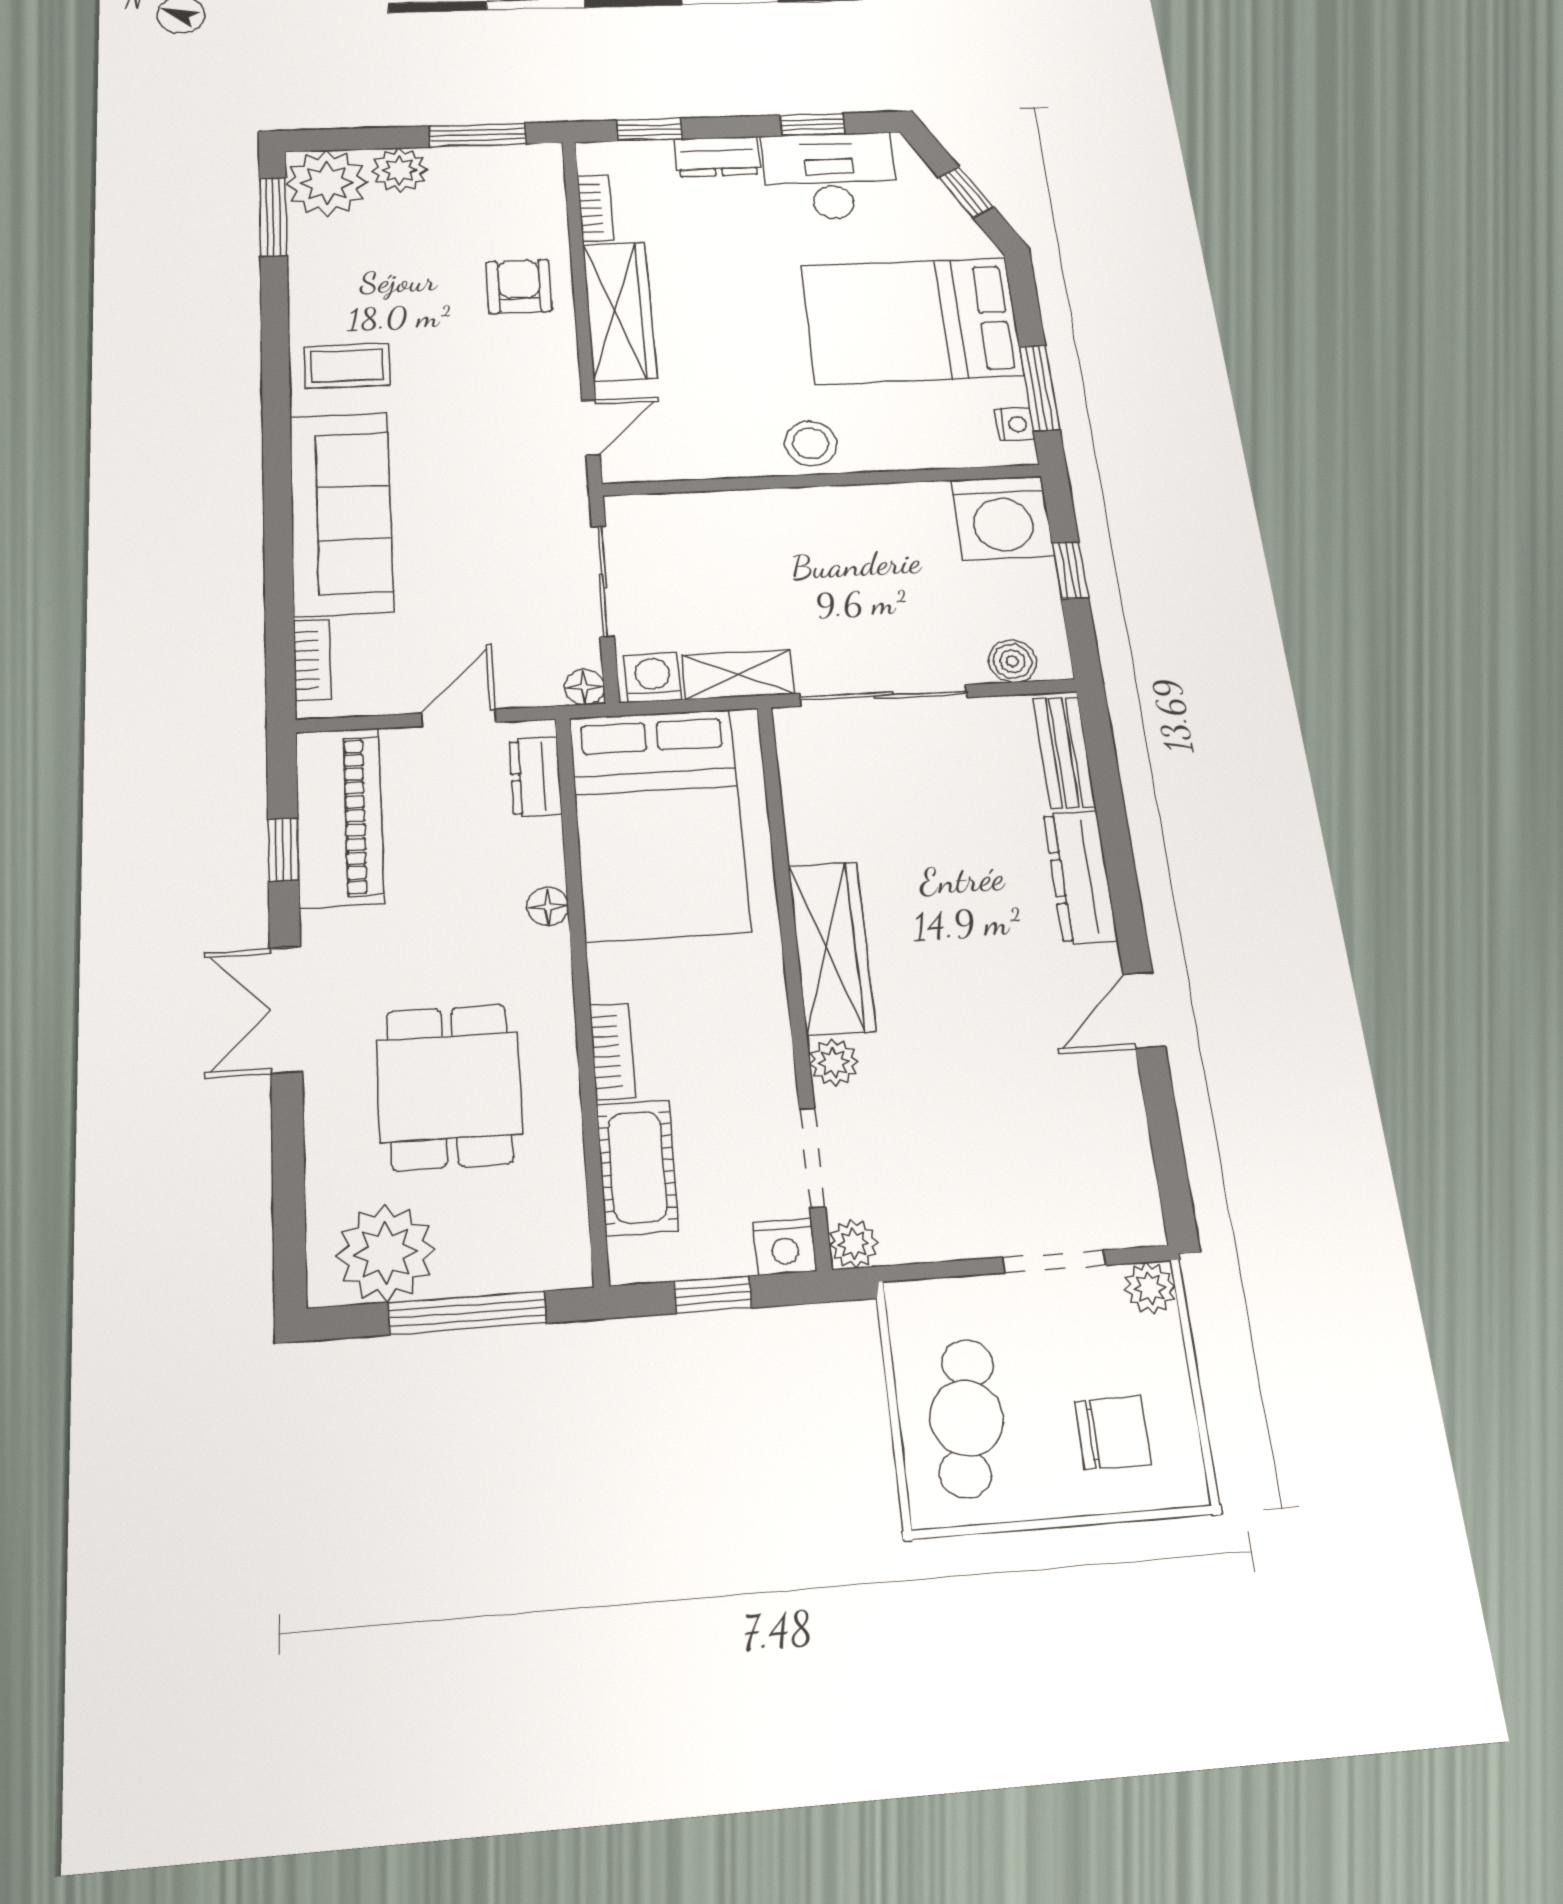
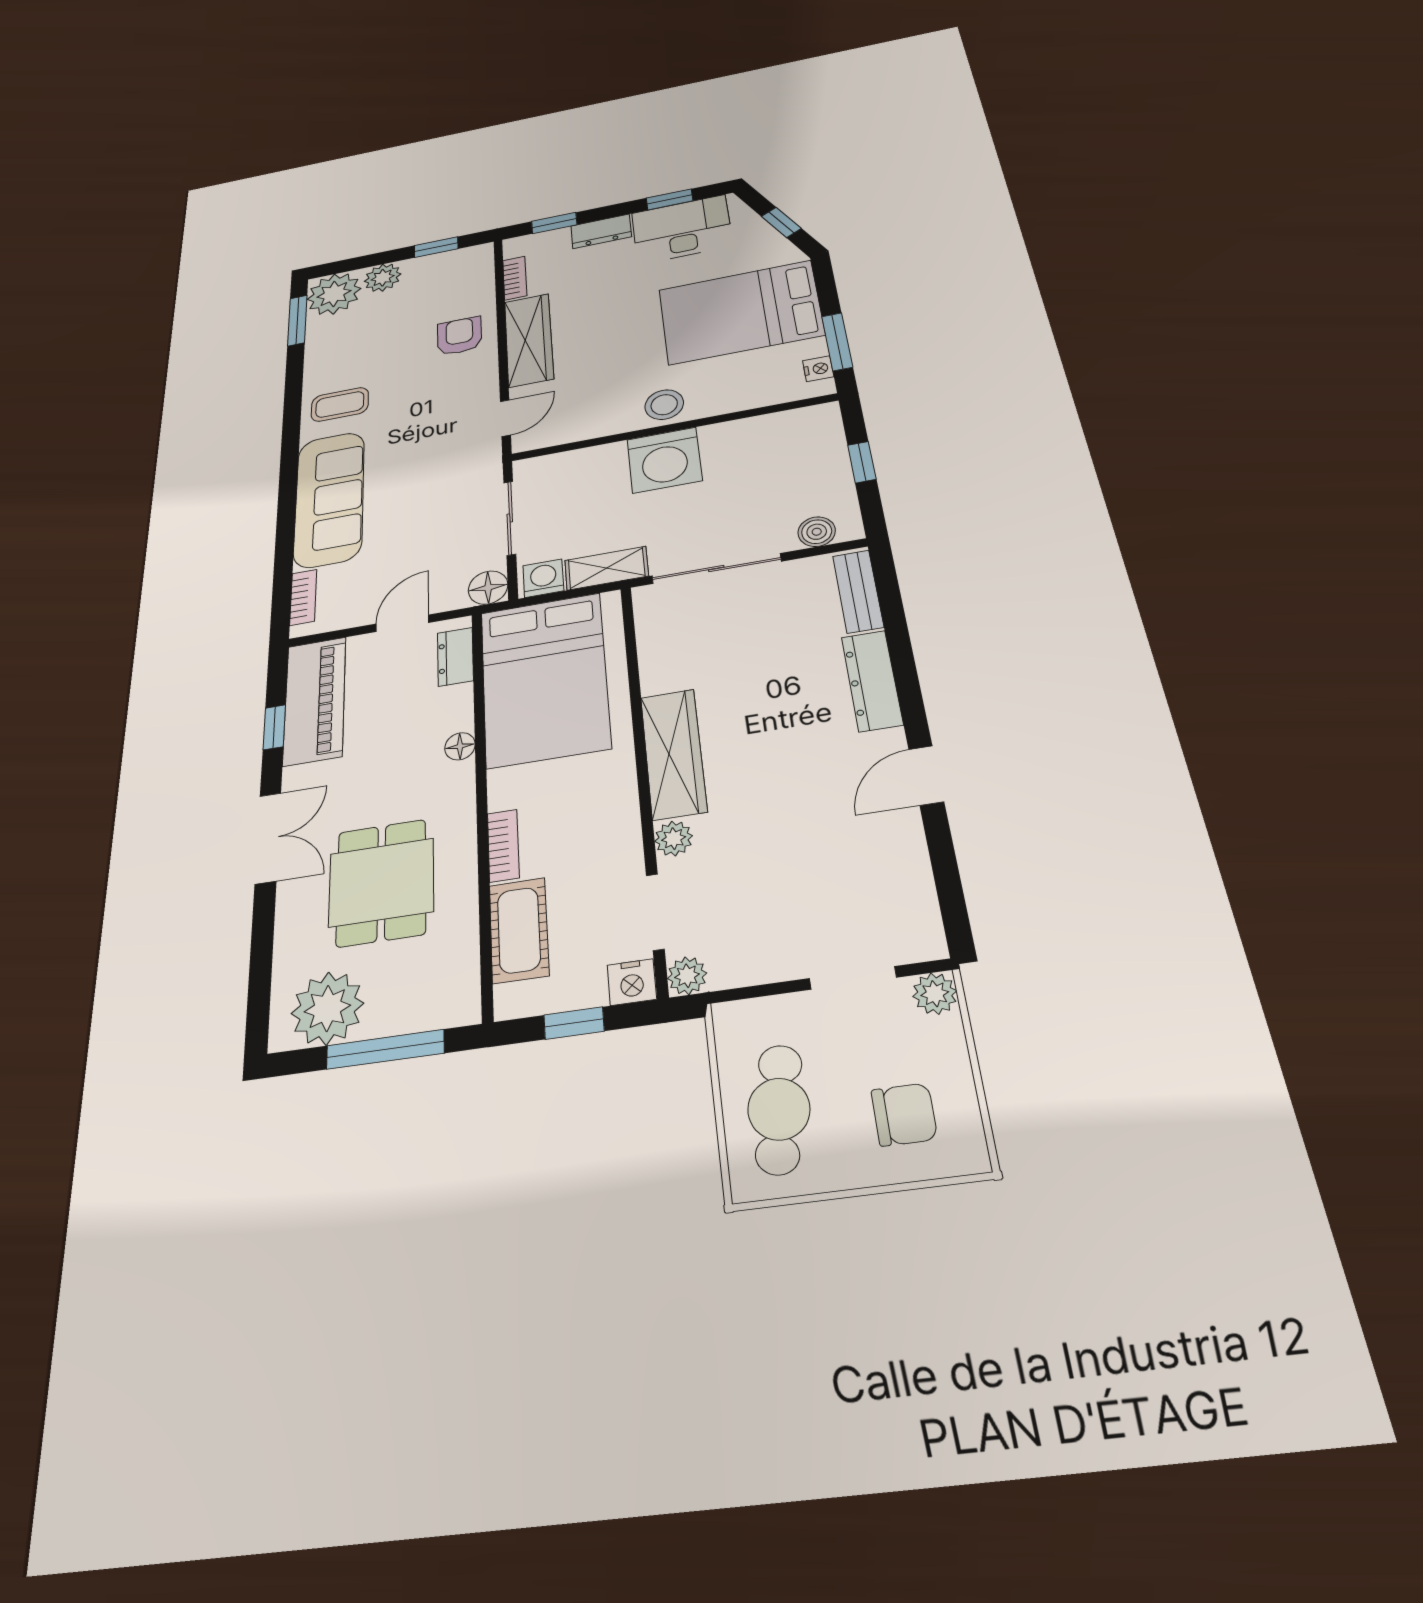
window: (478, 135) -> (436, 247), width x0.67
washing machine: (1002, 518) -> (664, 460), moved
floor lamp: (584, 687) -> (488, 588), width x1.37, depth x1.37
double door: (286, 1009) -> (268, 838), swing flipped

